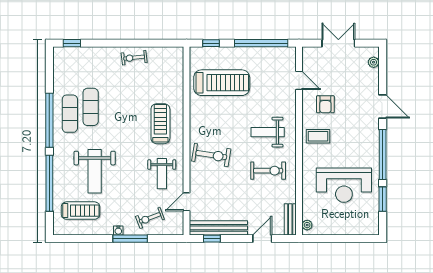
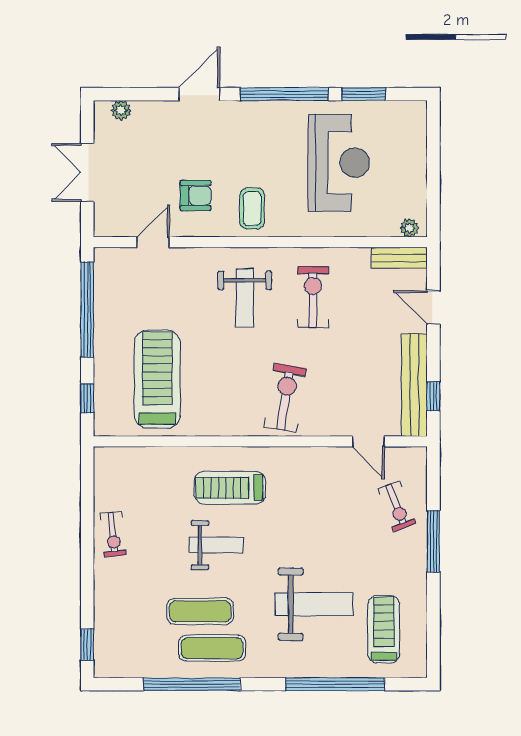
window: (49, 120) -> (192, 684), moved
weight bench: (162, 174) -> (216, 545), moved
water cooler: (118, 230) -> (419, 562), removed

